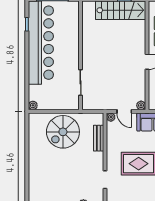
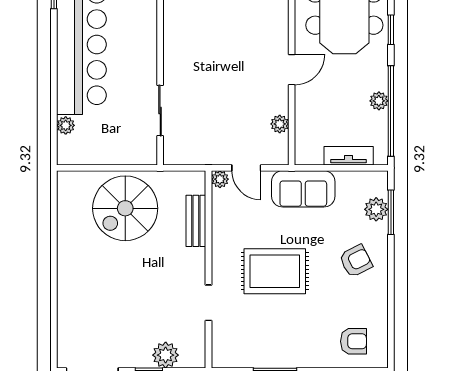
plant: (33, 105) -> (66, 125), moved
plant: (141, 105) -> (280, 124), moved

